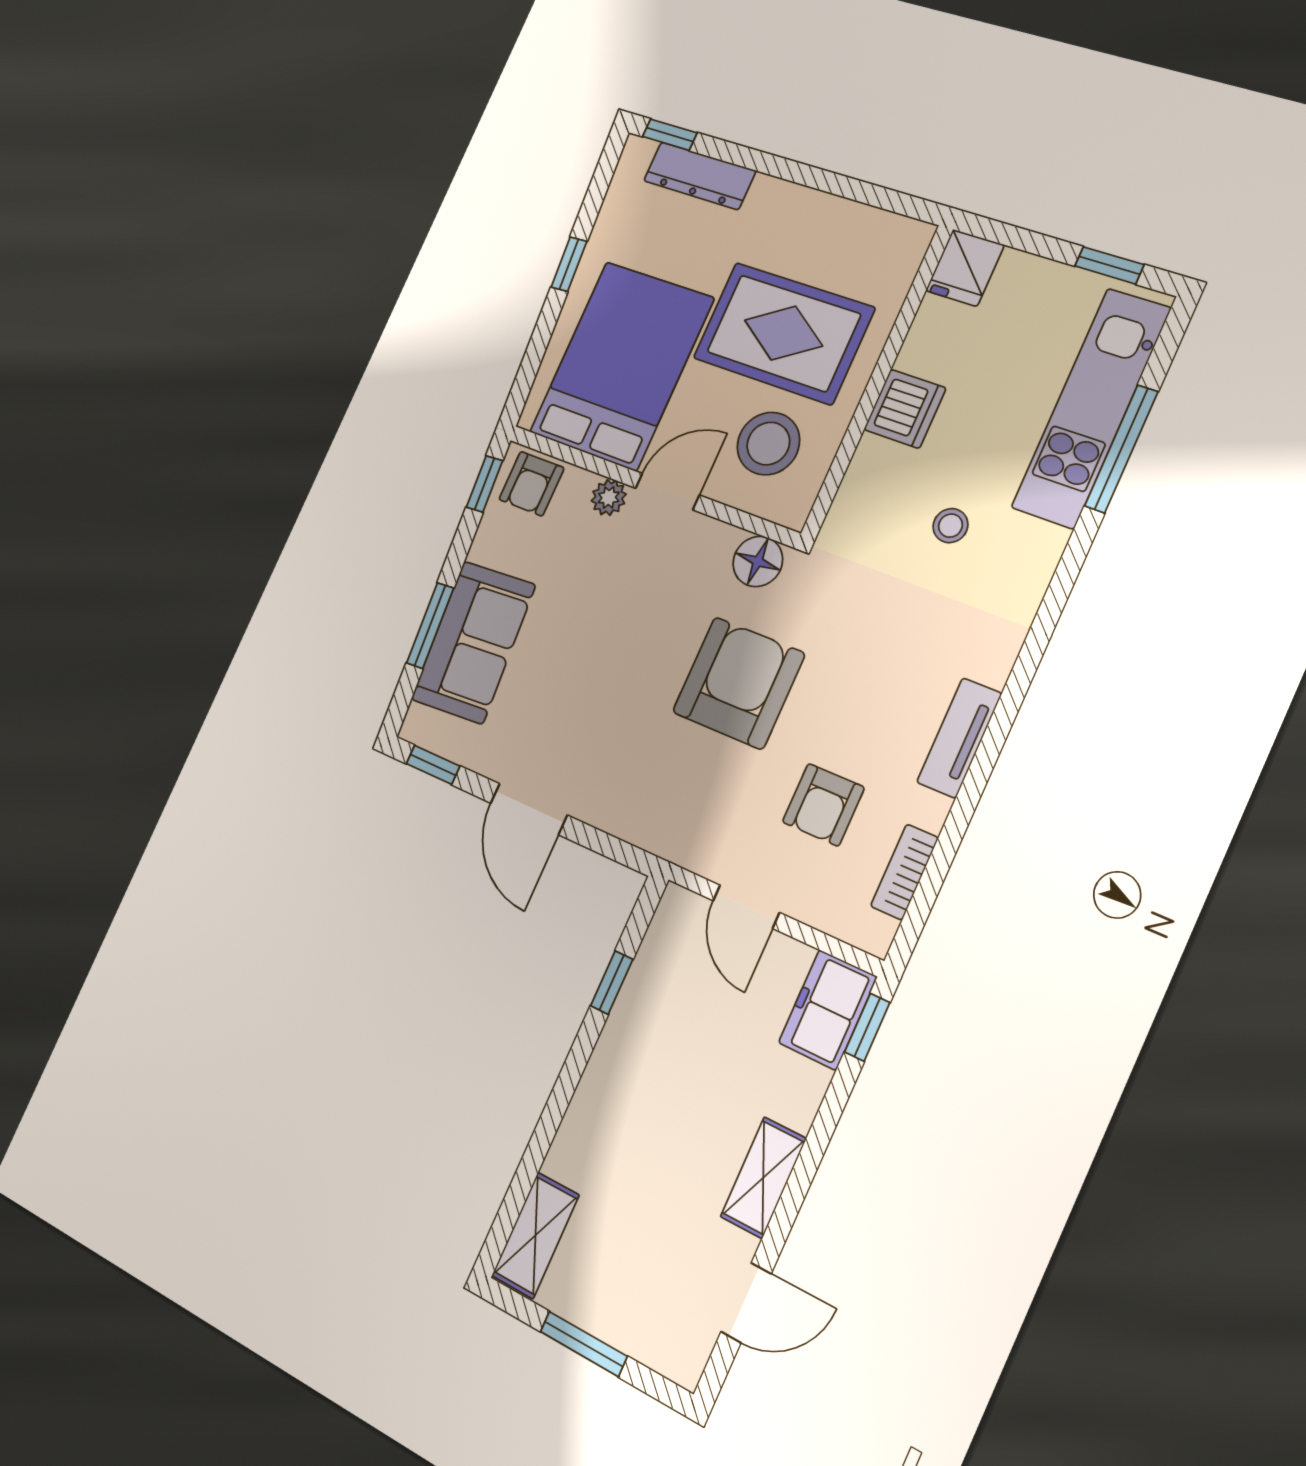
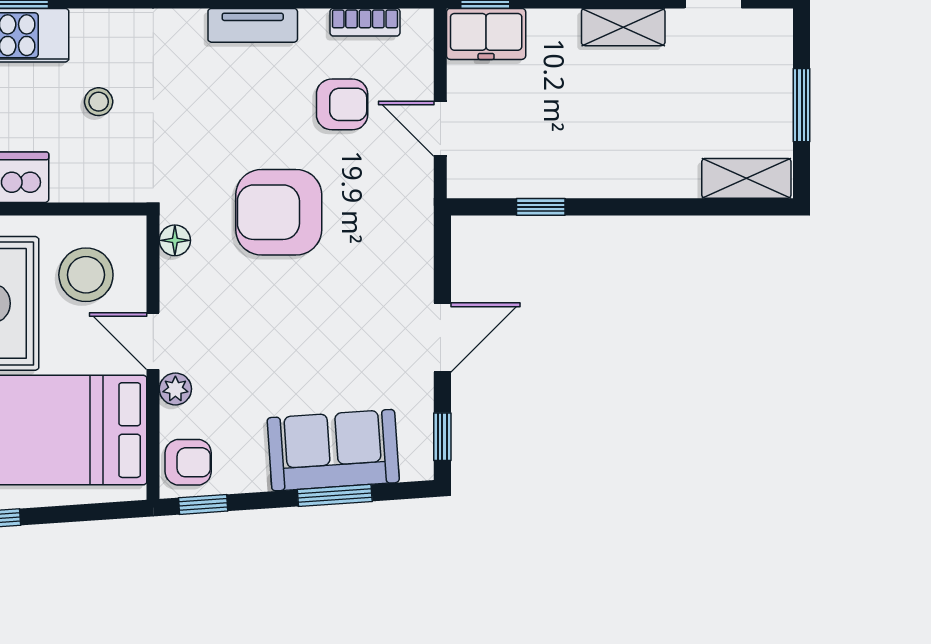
floor lamp: (758, 561) -> (175, 240), width x0.73, depth x0.73
door: (746, 907) -> (440, 129), swing flipped

